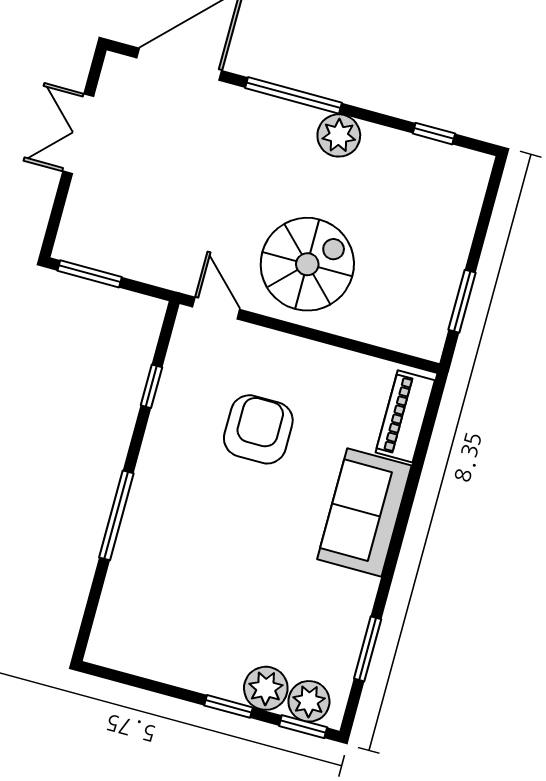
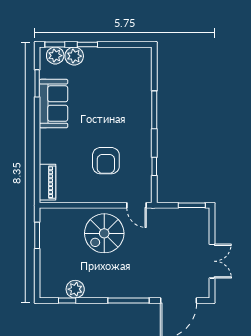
plant: (339, 135) -> (75, 289), moved
sofa: (364, 512) -> (54, 104), moved

